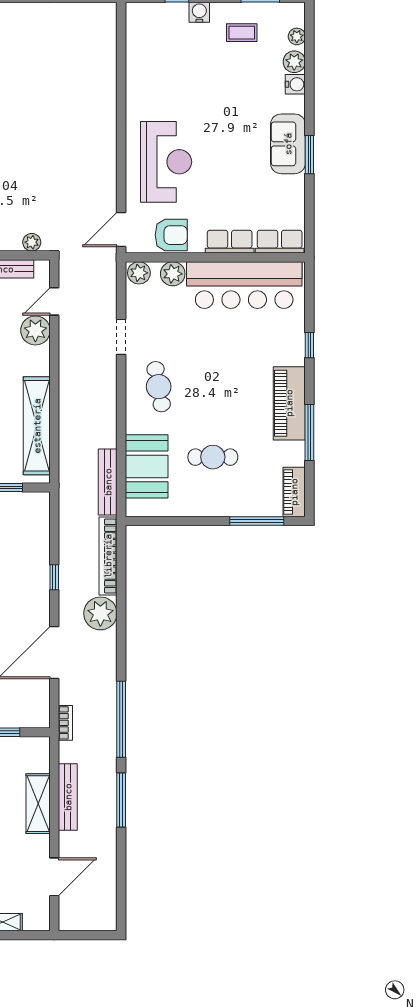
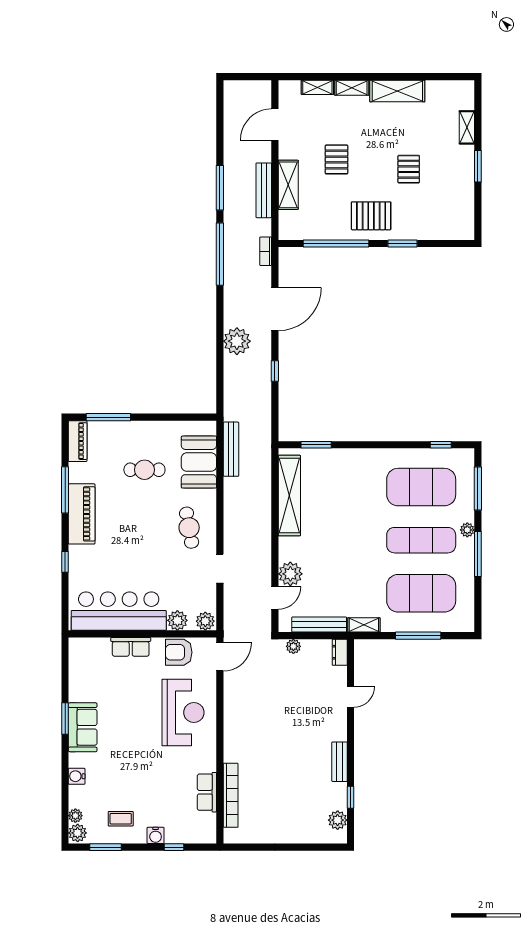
plant: (294, 62) -> (78, 833), moved
reception desk: (166, 162) -> (183, 713), turned 180
row of seats: (280, 242) -> (207, 792), moved, turned 90
bookcase: (108, 556) -> (231, 795), moved

